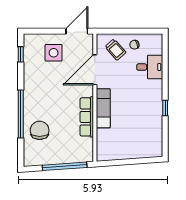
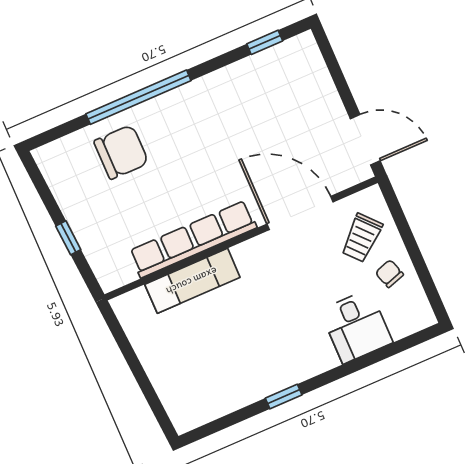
side table: (54, 53) -> (298, 110), removed
exam couch: (103, 108) -> (192, 281), moved
row of seats: (87, 117) -> (193, 239), width x1.36
window: (65, 166) -> (68, 238), width x0.32

